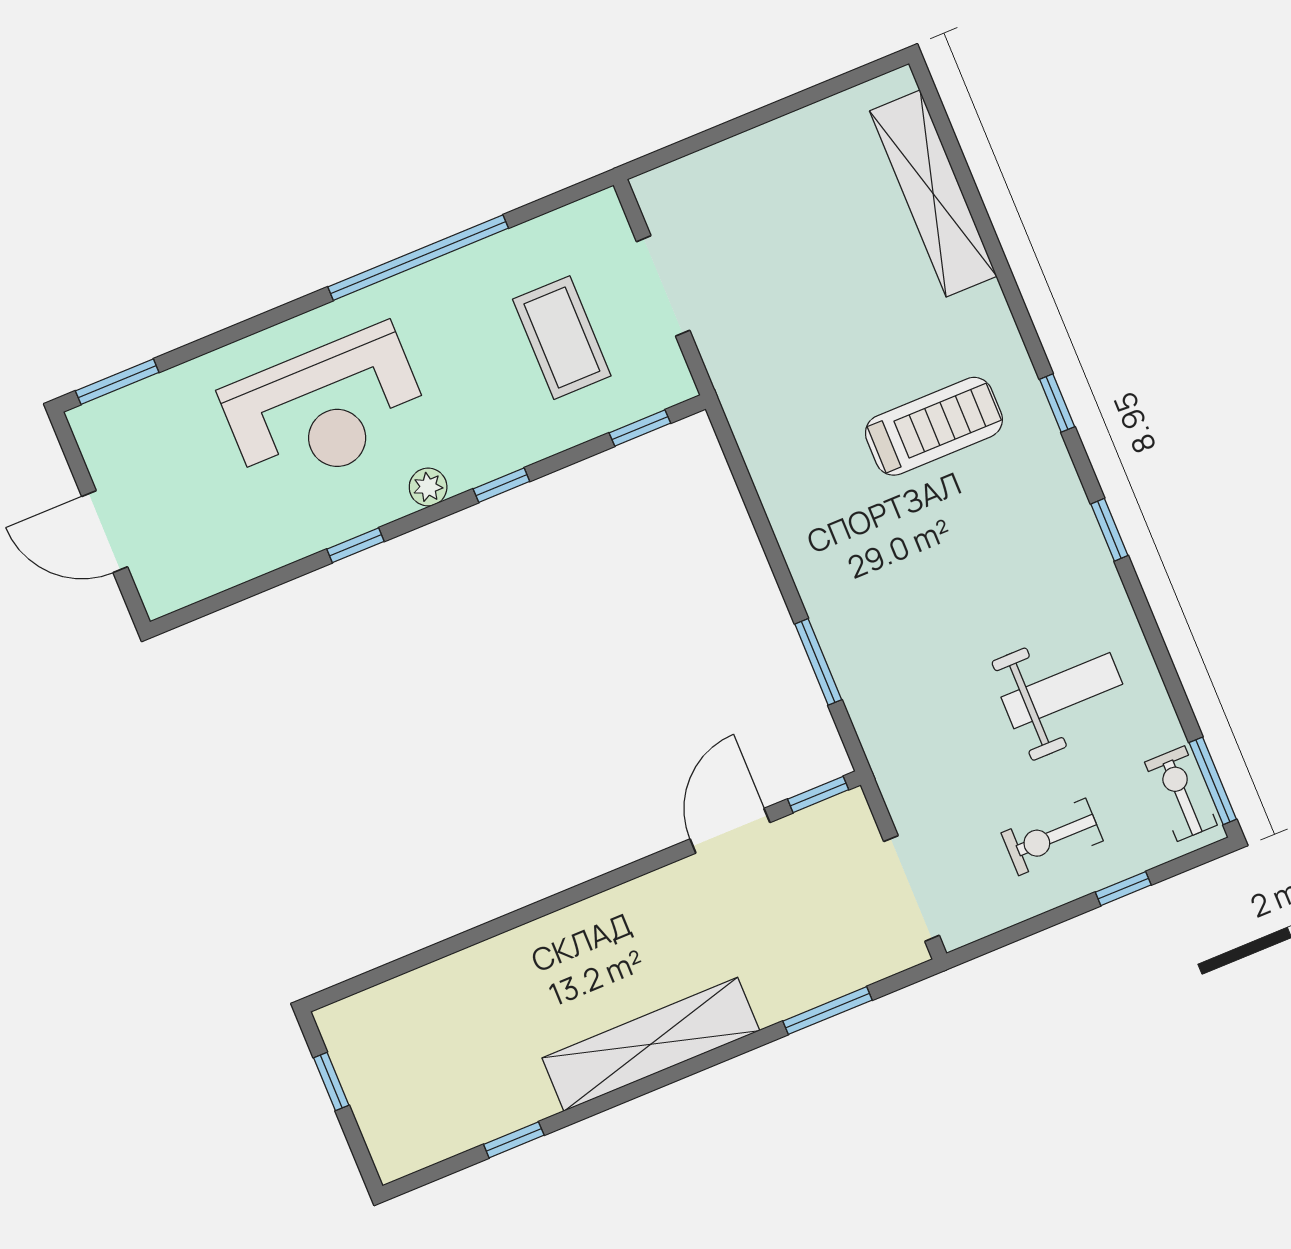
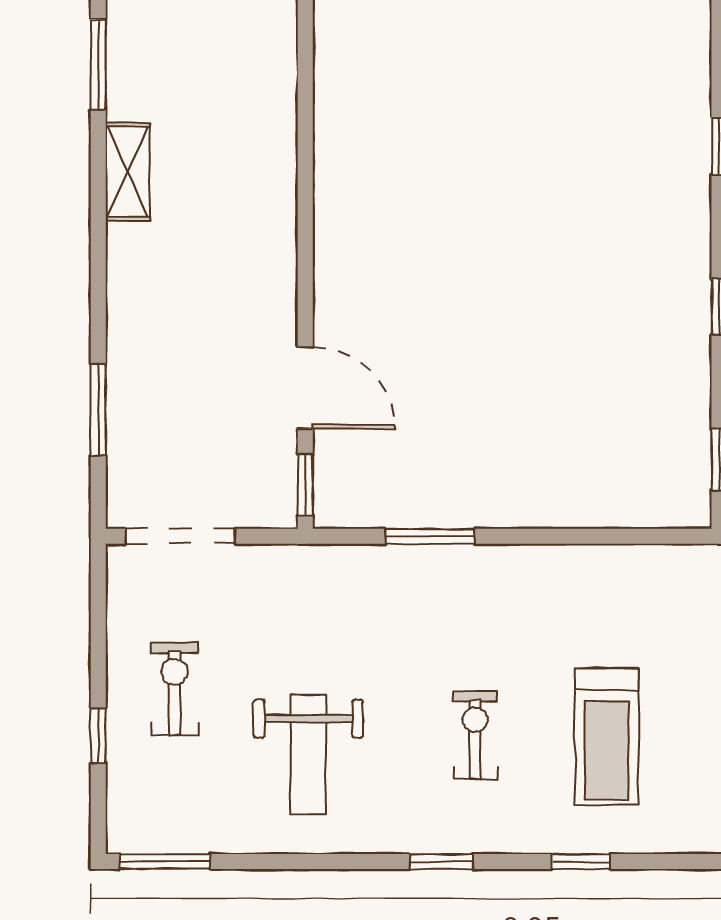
exercise bike: (1181, 794) -> (475, 735), moved, turned -90
shelving: (651, 1044) -> (128, 172), width x0.45, depth x0.75
window: (514, 1140) -> (98, 65), width x1.50

